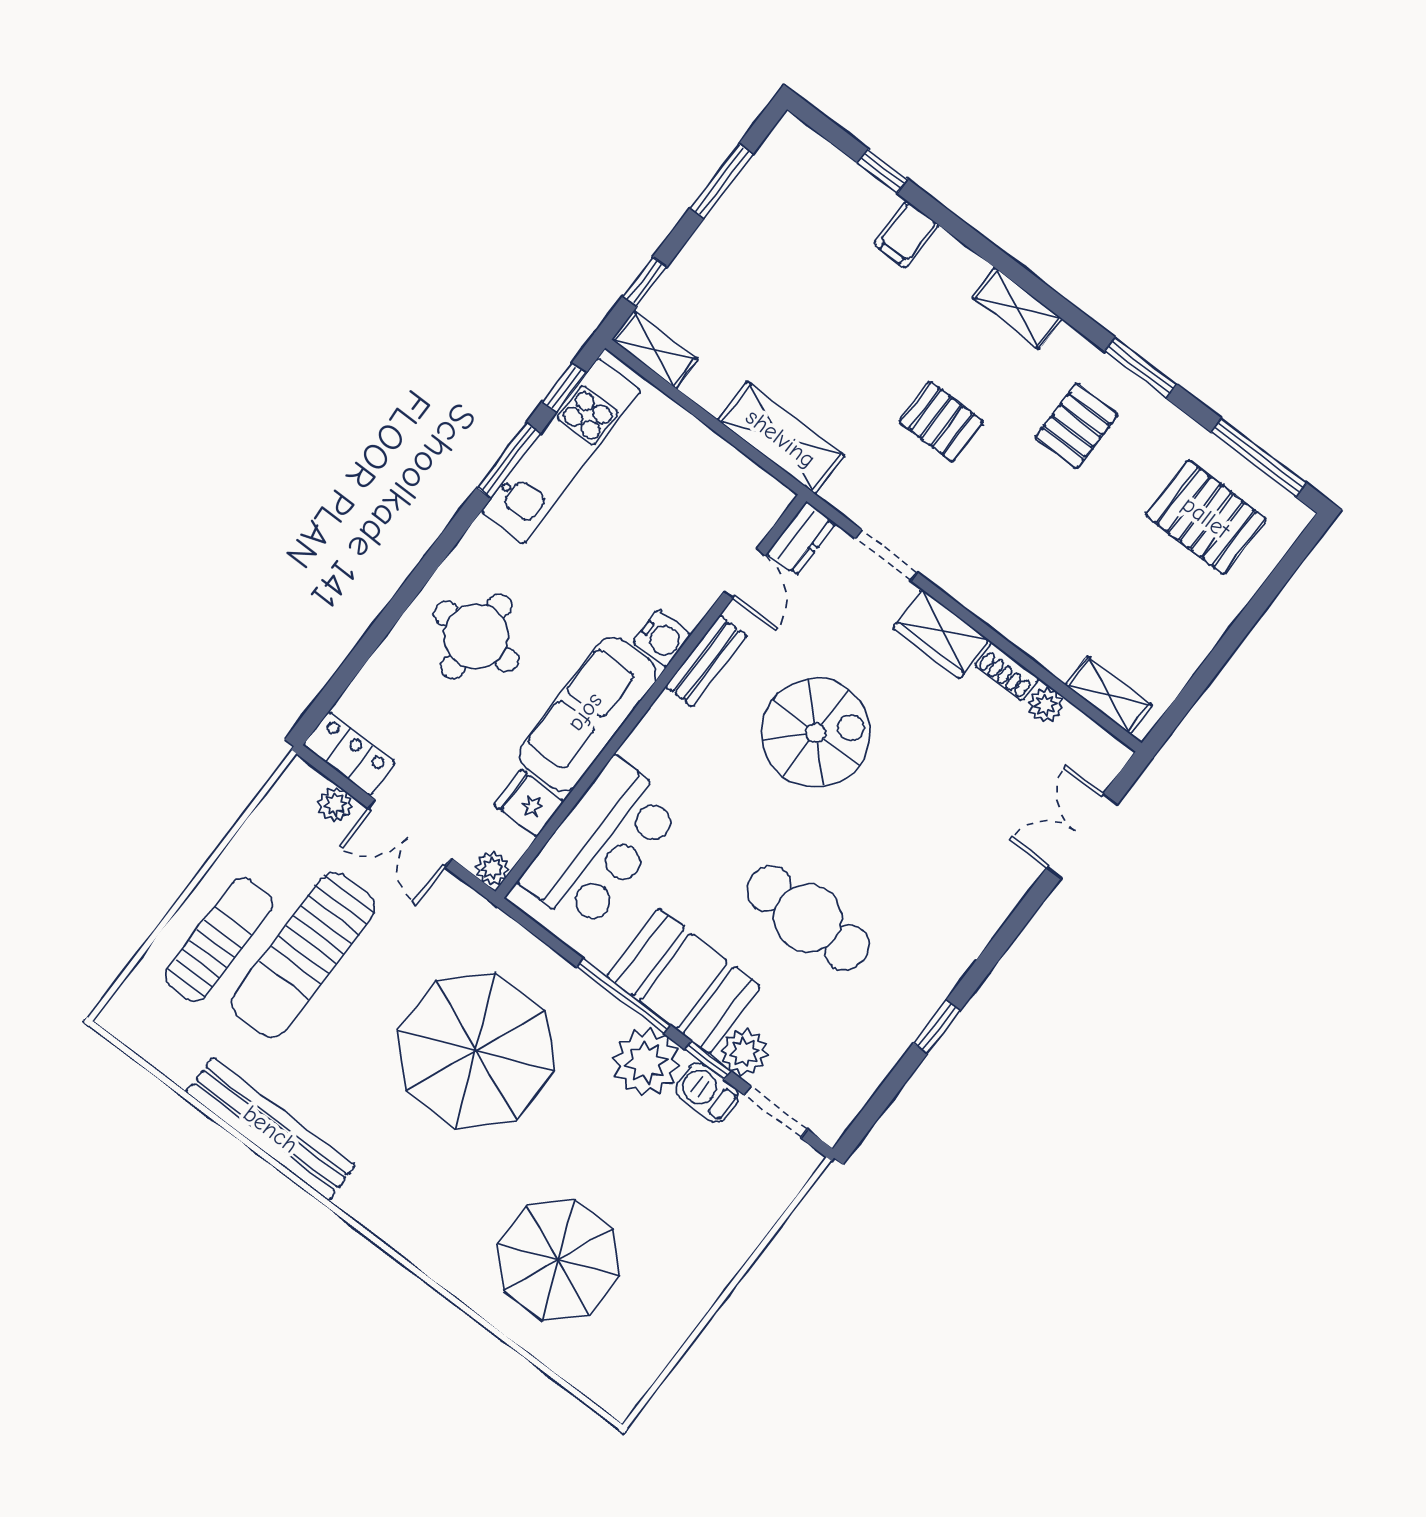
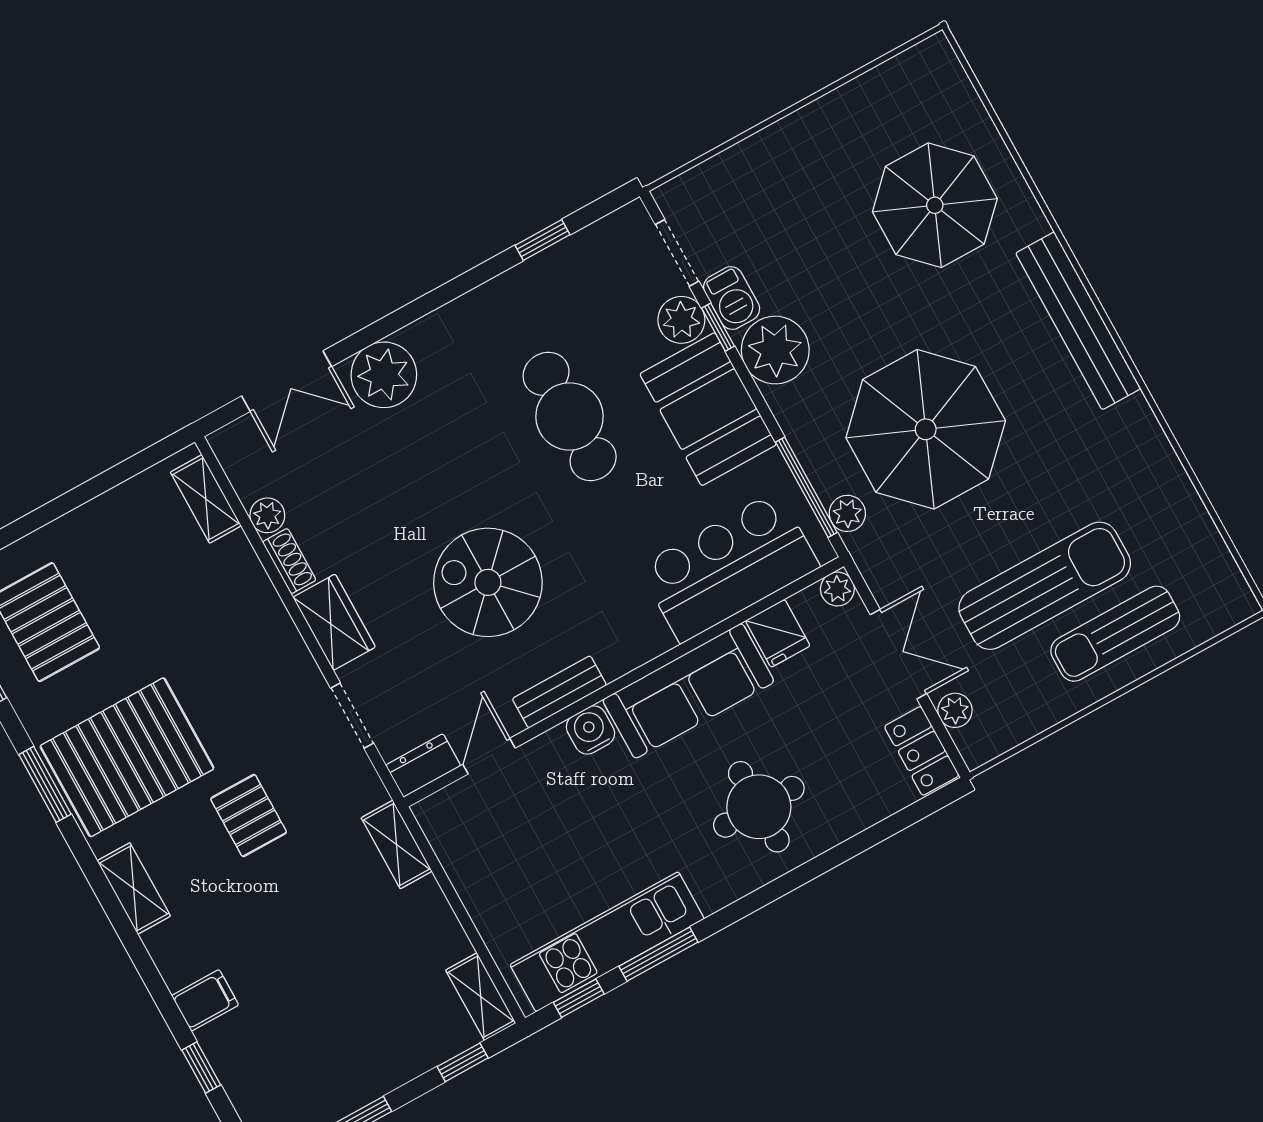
pallet: (1076, 426) -> (127, 757), width x2.05, depth x2.00
shelving: (781, 438) -> (397, 844), width x0.67, depth x0.75
plant: (995, 881) -> (384, 375), added
plant: (514, 942) -> (847, 513), added
window: (623, 996) -> (806, 487), moved
window: (937, 1027) -> (543, 240), moved
bench: (271, 1129) -> (1078, 321), moved

